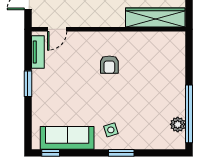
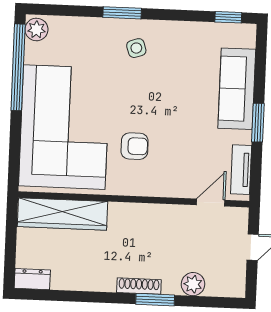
armchair: (109, 65) -> (135, 146), turned 90
corner sofa: (157, 75) -> (64, 127), added
plant: (178, 124) -> (36, 29), moved
sofa: (67, 138) -> (237, 89), moved, turned 90

